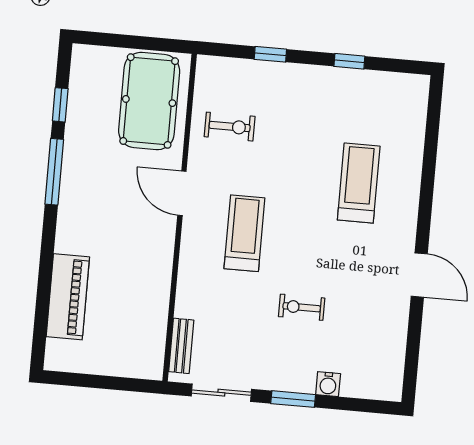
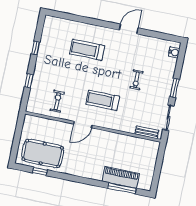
pool table: (149, 101) -> (43, 153), moved
window: (54, 172) -> (122, 188), moved
water cooler: (328, 384) -> (174, 52), moved

